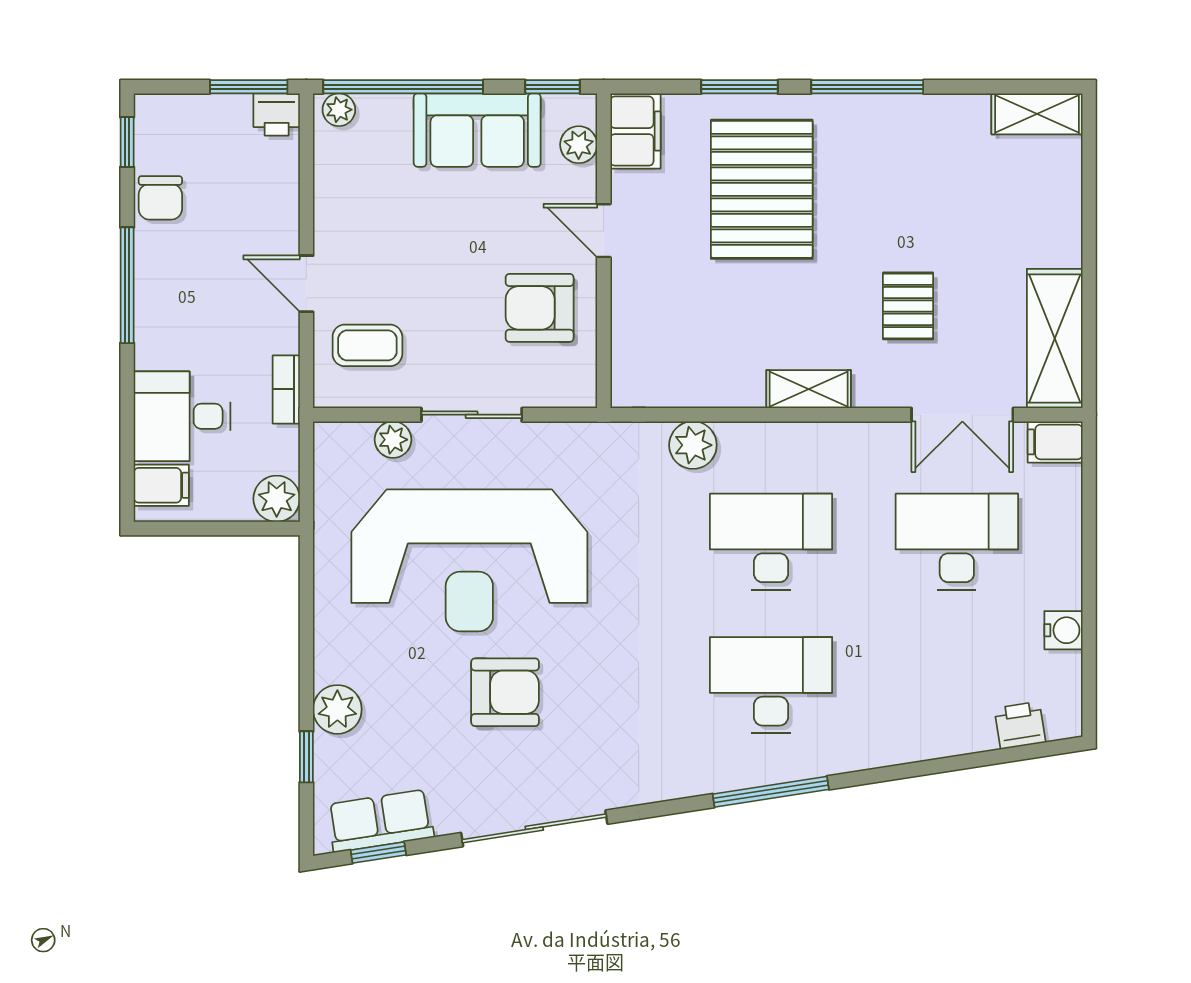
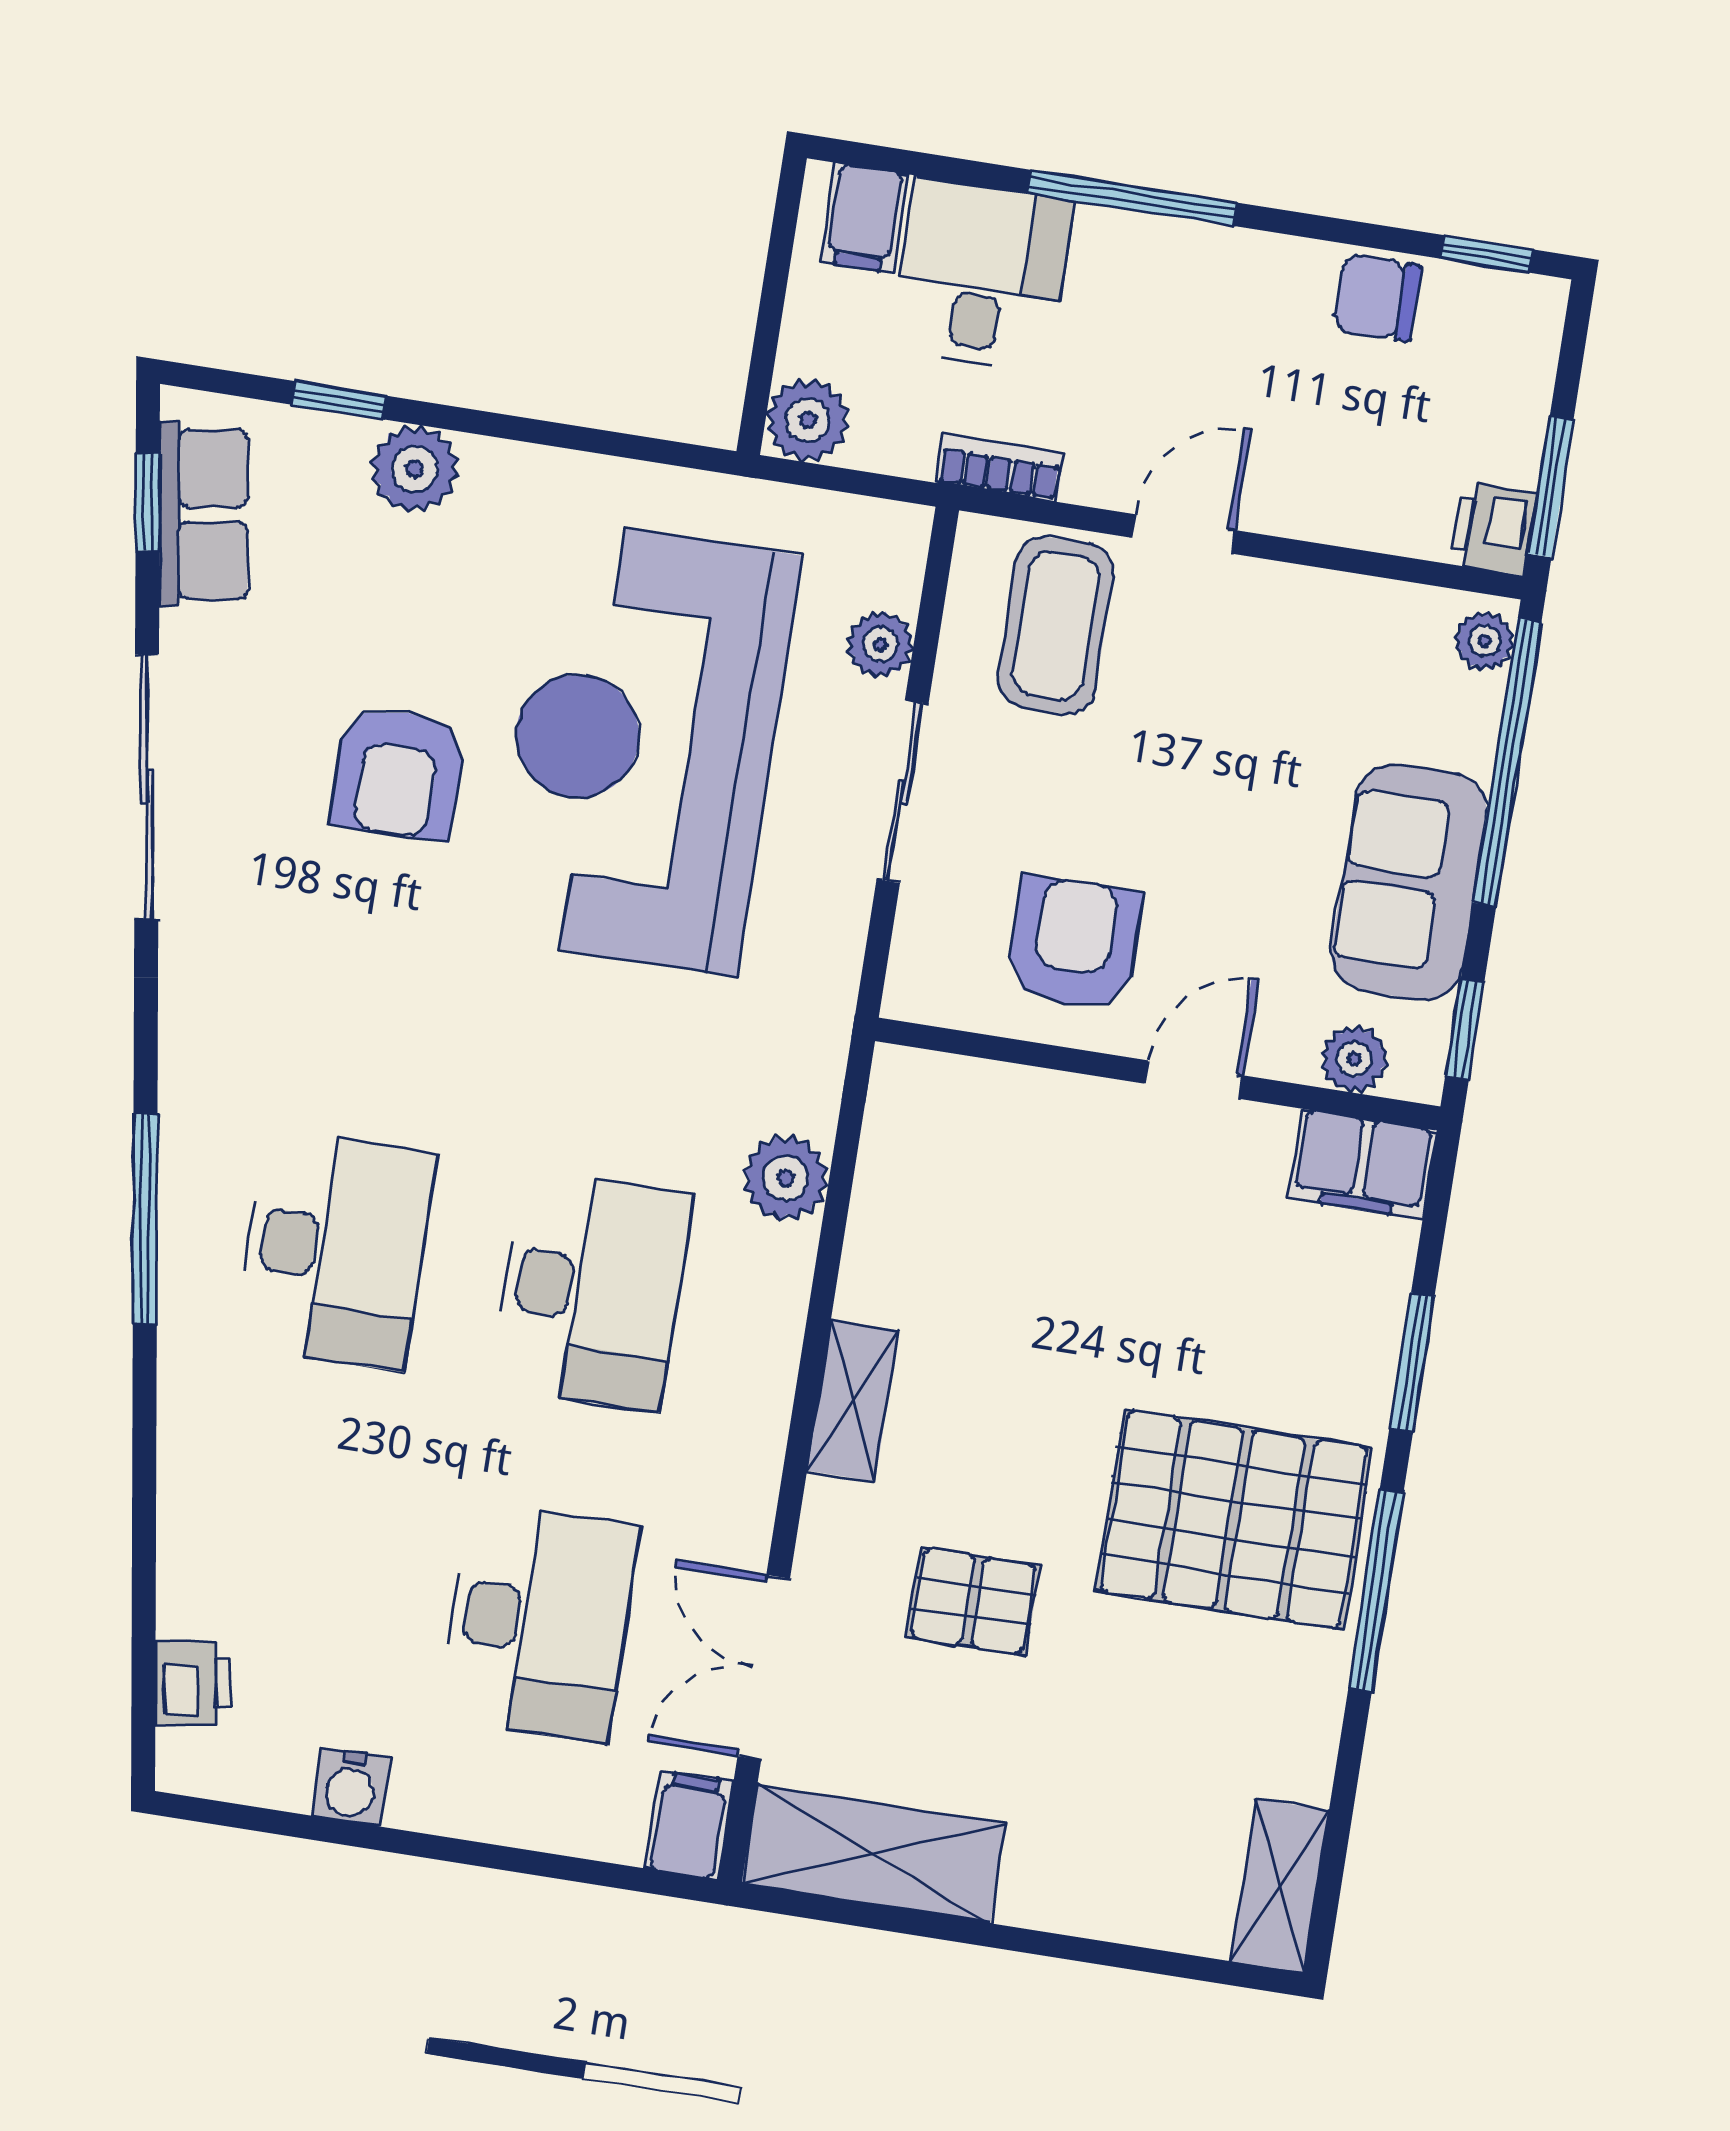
pallet: (762, 189) -> (1234, 1520), moved
window: (127, 285) -> (1132, 198), moved
coffee table: (367, 345) -> (1056, 625), width x1.36, depth x1.30

